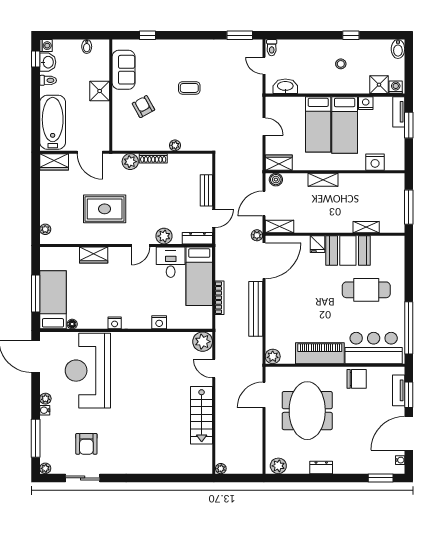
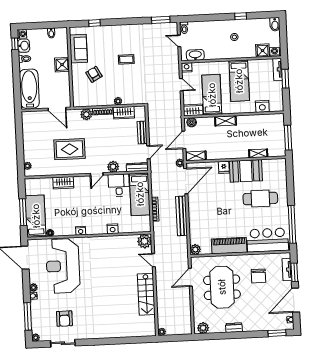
nightstand: (366, 103) -> (187, 67), moved
bed: (318, 124) -> (212, 95), moved, turned 180
wardrobe: (54, 162) -> (124, 113), moved
chair: (357, 379) -> (258, 276), moved, turned 90

